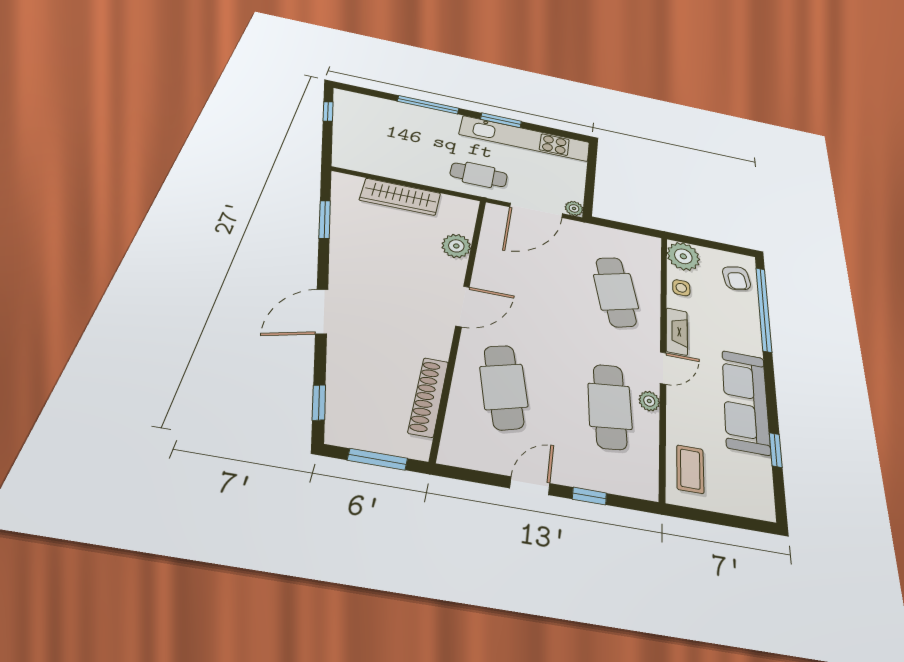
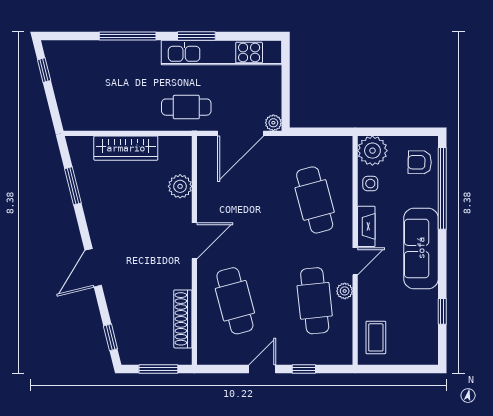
armchair: (736, 278) -> (420, 162), turned 103
sofa: (746, 401) -> (421, 248), moved

